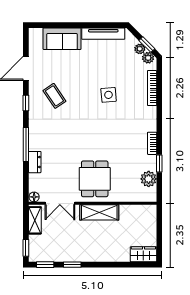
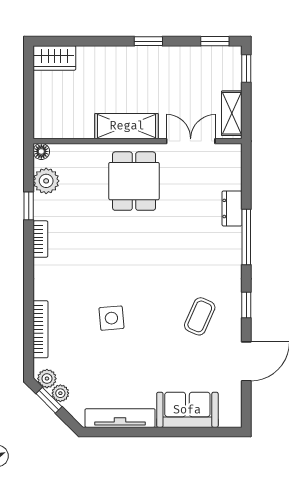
coffee table: (54, 96) -> (200, 316), turned 58
floor lamp: (34, 197) -> (41, 151), moved
window: (72, 265) -> (148, 41), moved

